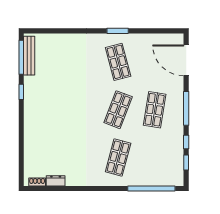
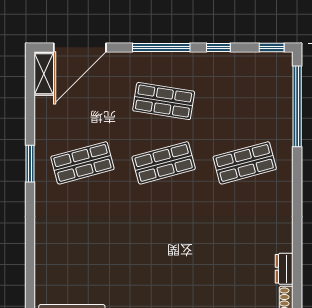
shelving: (171, 39) -> (44, 74), added
shop shelf: (118, 110) -> (164, 163), turned -36
shop shelf: (118, 158) -> (245, 163), turned -30
window: (186, 163) -> (272, 47), moved

